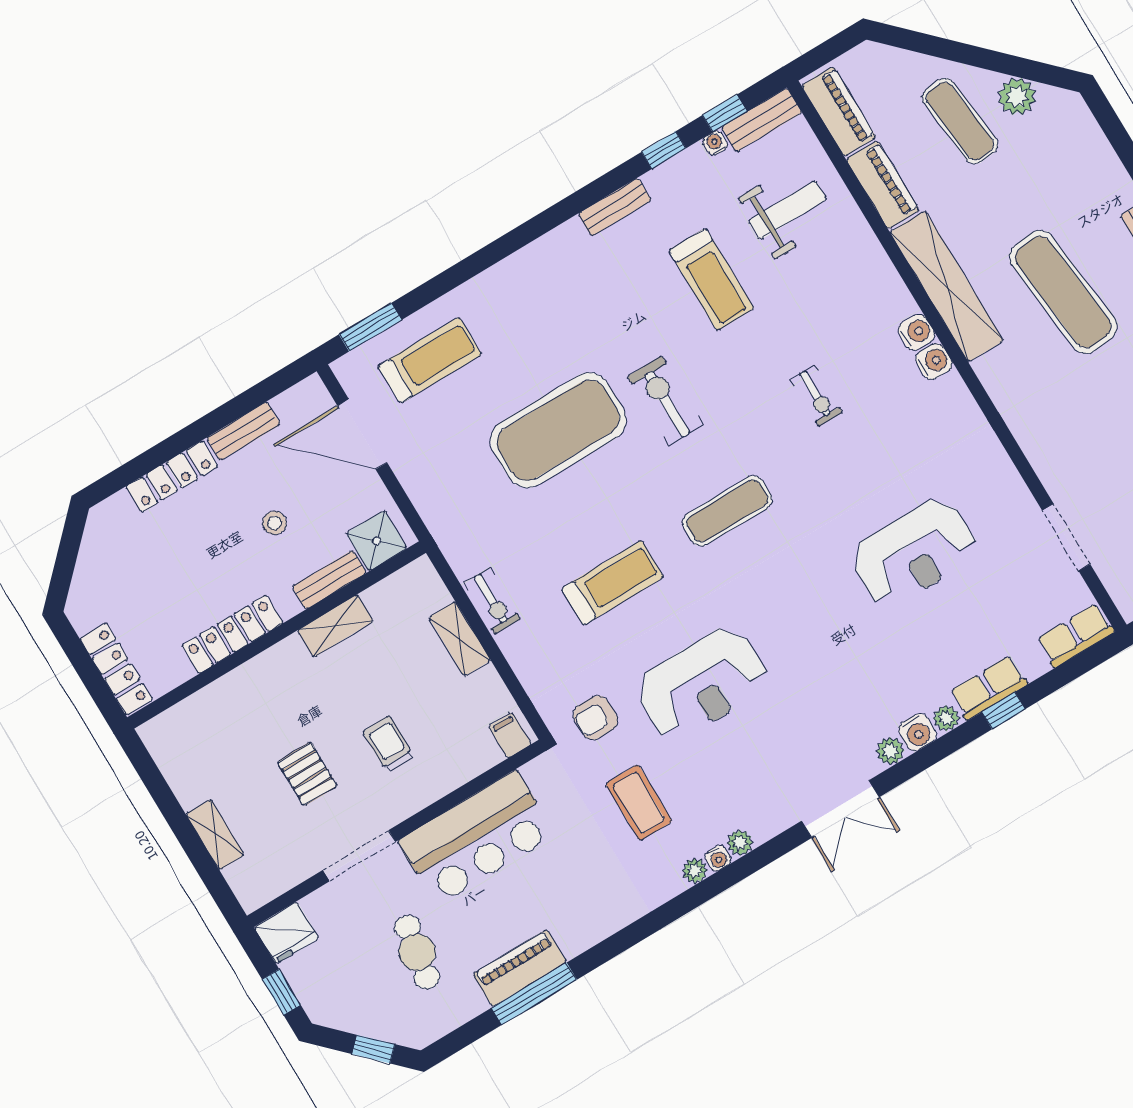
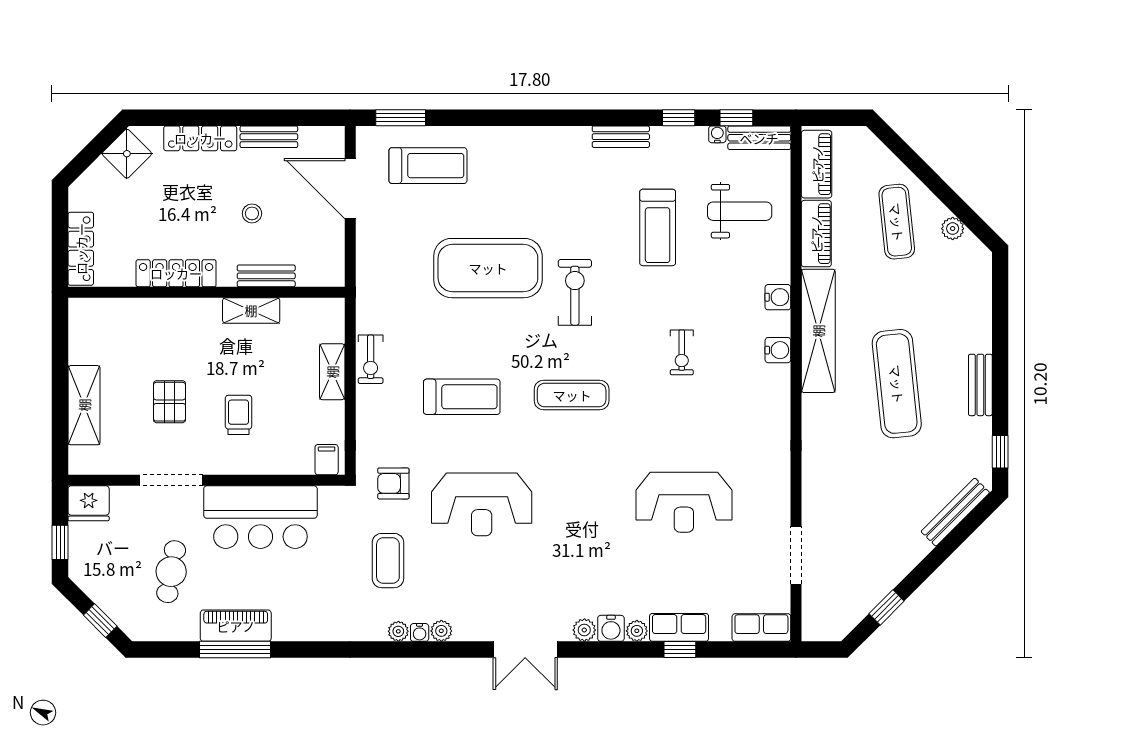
plant: (1017, 97) -> (953, 229), width x0.73, depth x0.73
water cooler: (934, 361) -> (778, 297), moved
shower: (377, 541) -> (127, 154), moved, turned 45
shelving: (215, 835) -> (84, 405), width x1.50, depth x1.33

